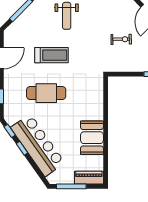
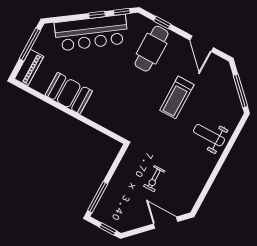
cafe table: (46, 93) -> (152, 49), moved

